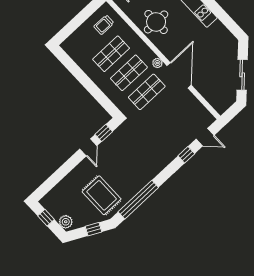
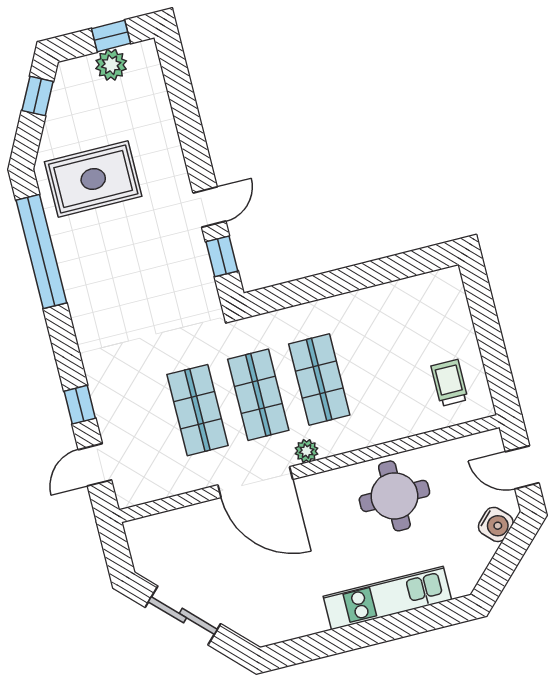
shop shelf: (111, 54) -> (197, 410), moved
door: (88, 147) -> (209, 207), swing flipped
plant: (66, 222) -> (111, 65), moved
window: (93, 229) -> (38, 96), moved

